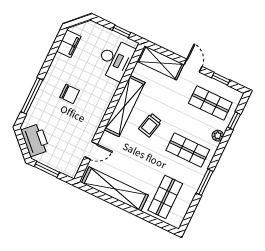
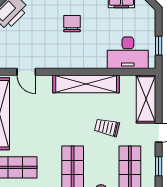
chair: (70, 94) -> (72, 24), turned 180
trolley: (150, 125) -> (107, 127), moved

